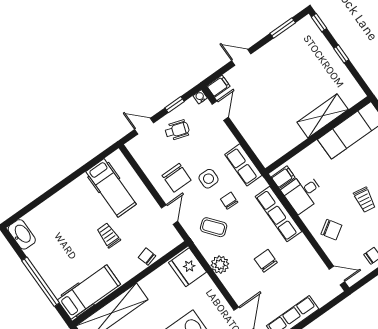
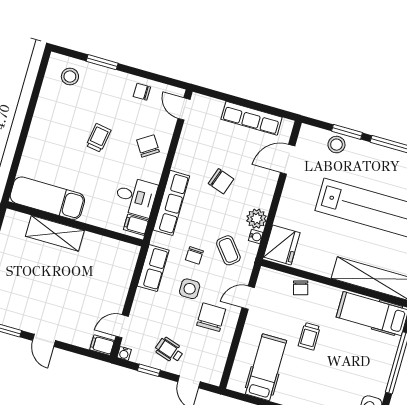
door: (241, 57) -> (44, 340), moved
water cooler: (208, 254) -> (256, 237), added
chair: (266, 261) -> (221, 181), turned -71

